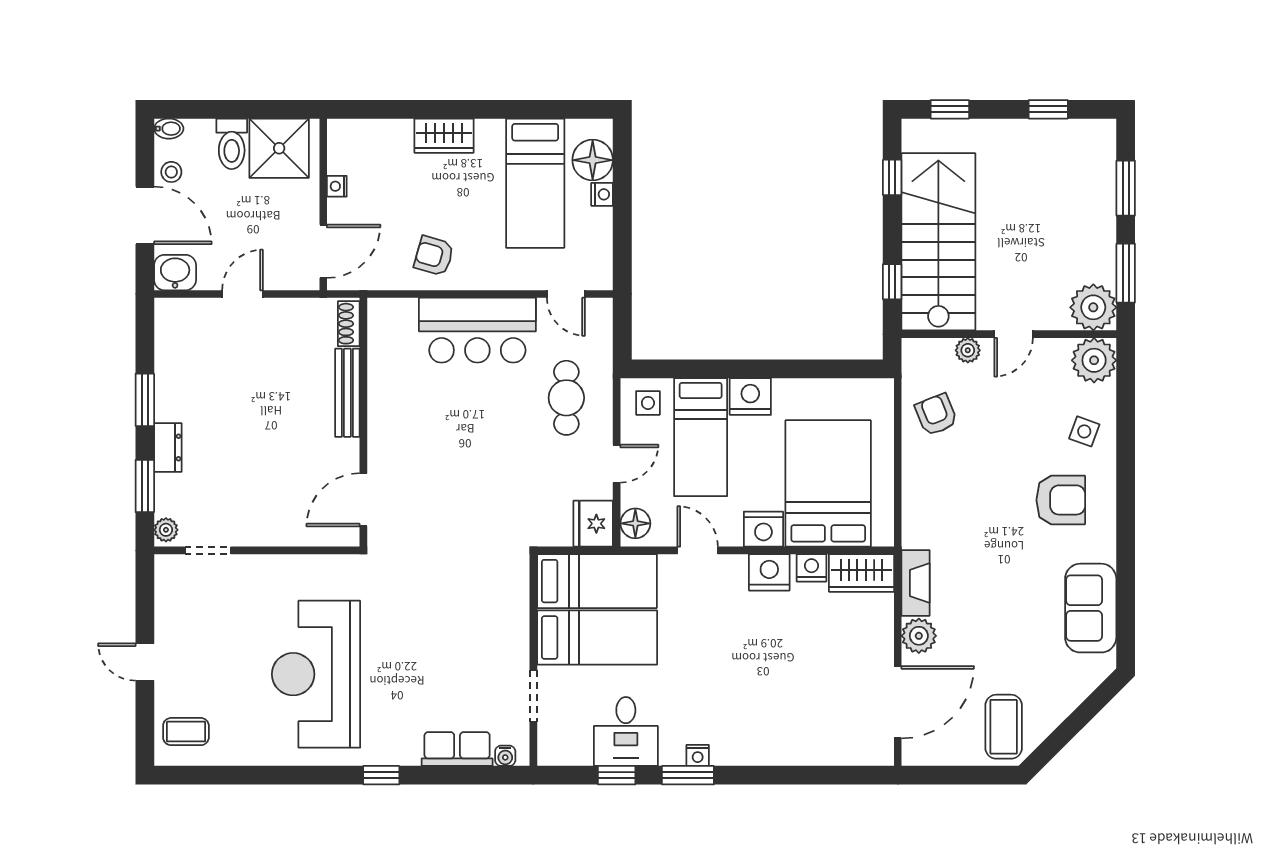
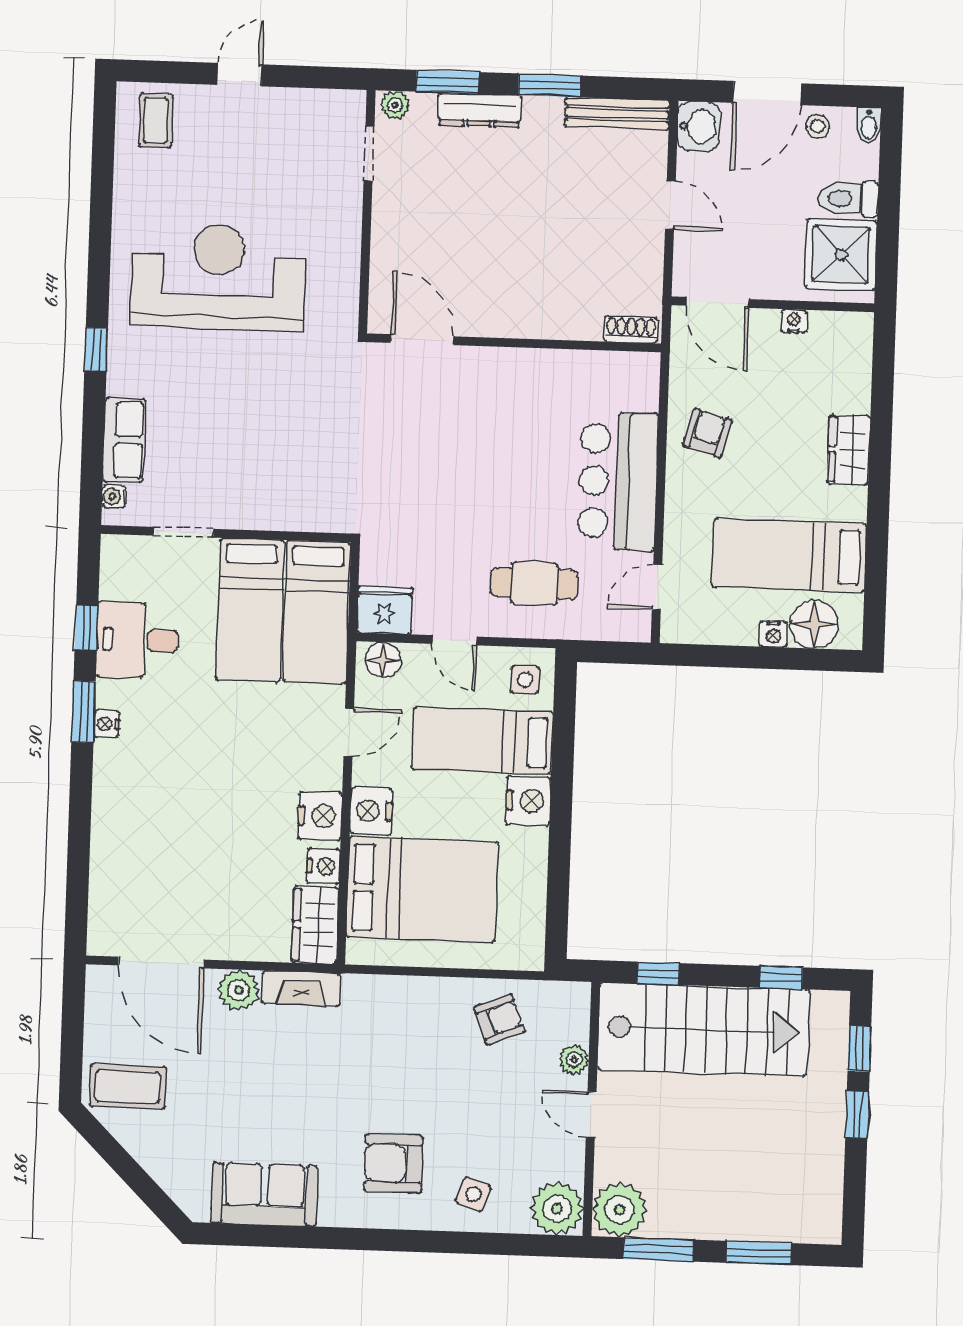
window: (1048, 109) -> (857, 1115), moved
bench: (347, 393) -> (617, 113), moved
dresser: (168, 448) -> (479, 110), width x1.44
armchair: (1061, 500) -> (393, 1163), turned 90

